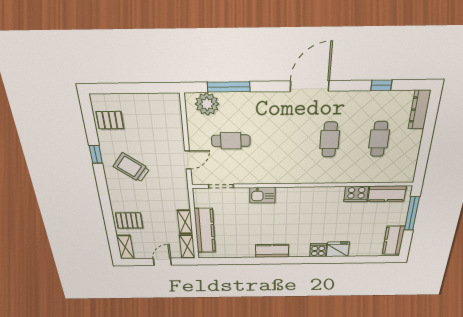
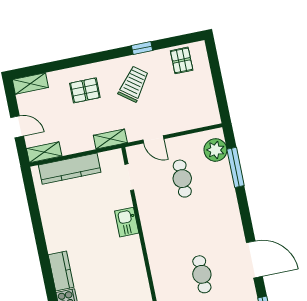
door: (310, 86) -> (254, 259), moved
cafe table: (330, 140) -> (202, 274), turned 90
pallet: (129, 220) -> (85, 90), moved, turned 90
shelving: (185, 222) -> (110, 139), moved
kitchen counter: (272, 251) -> (61, 271), moved

